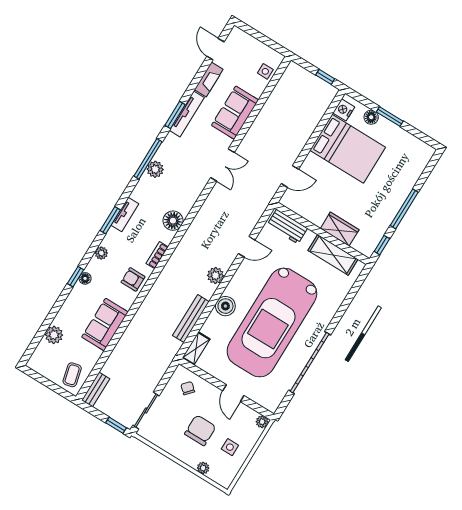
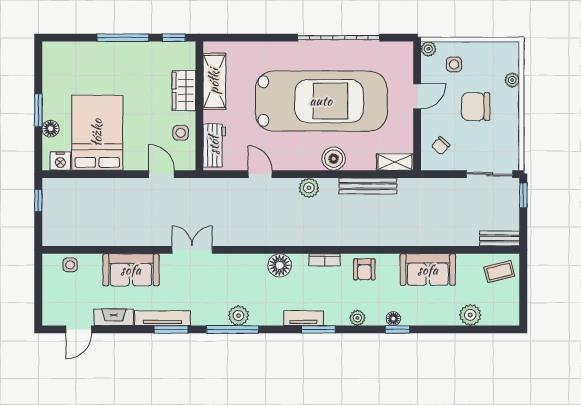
side table: (311, 208) -> (181, 133), added
side table: (230, 447) -> (454, 64), moved

